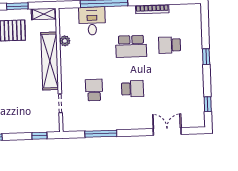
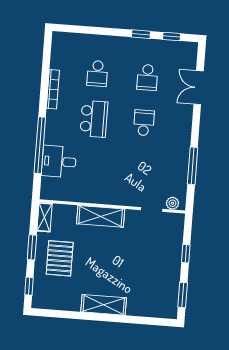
plant: (65, 41) -> (173, 203), moved
window: (206, 57) -> (141, 34), moved
shelving: (50, 61) -> (101, 216), width x0.68
school desk: (94, 90) -> (147, 77), moved, turned -90
window: (39, 136) -> (186, 254), moved

